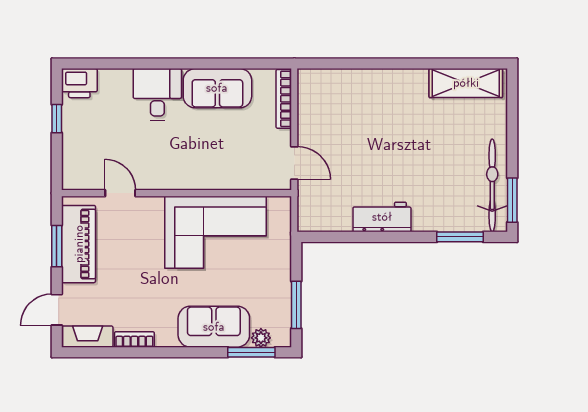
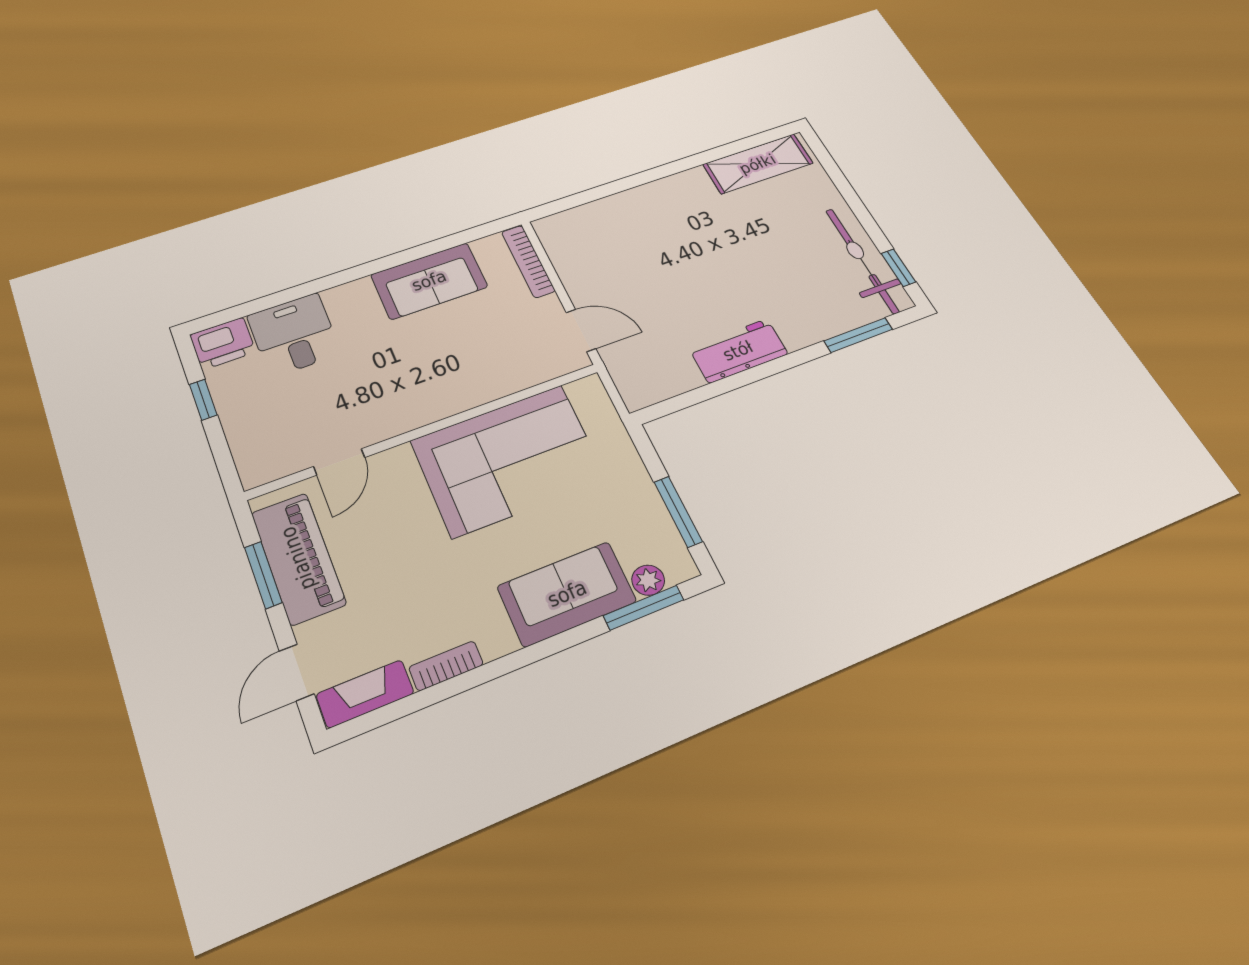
desk: (157, 94) -> (294, 335), moved
door: (120, 193) -> (339, 462), swing flipped
window: (512, 200) -> (898, 268), width x0.67

